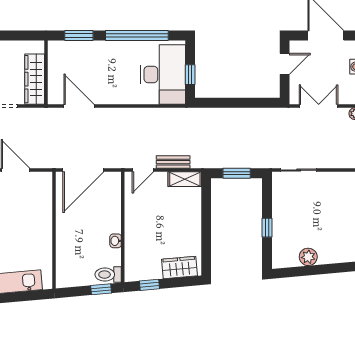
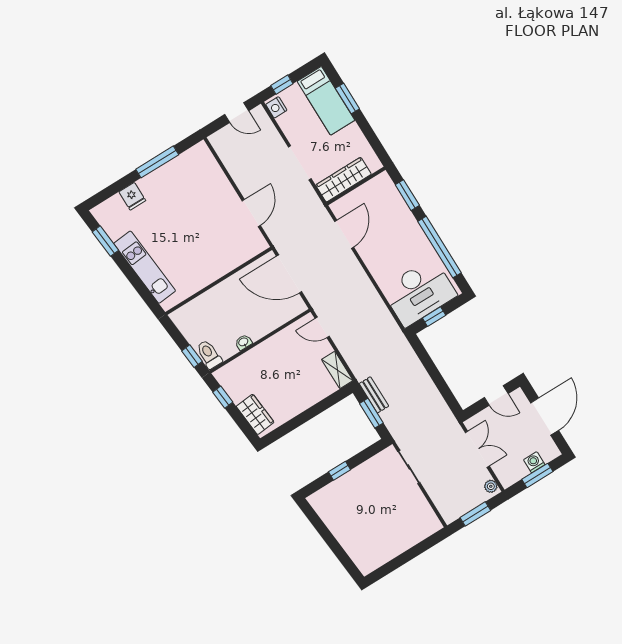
bench: (173, 162) -> (374, 395), moved
plant: (308, 257) -> (336, 524), removed

